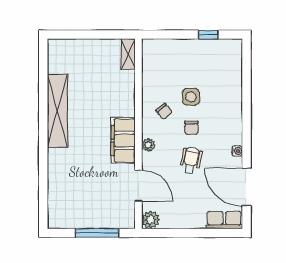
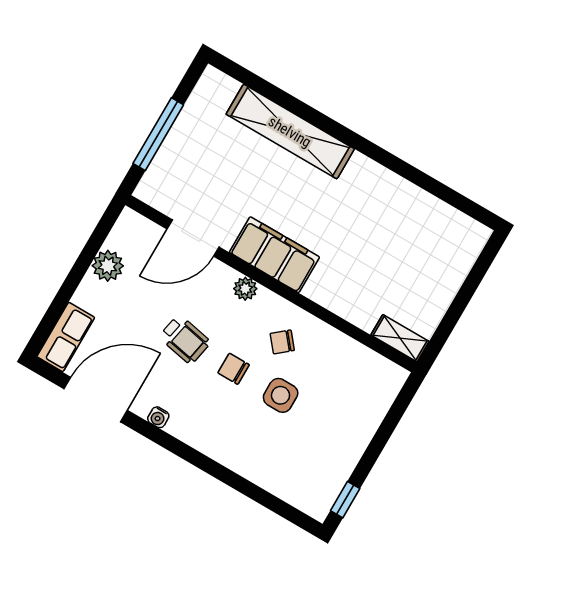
window: (208, 35) -> (345, 500), moved
shelving: (57, 111) -> (290, 132), moved
plant: (151, 220) -> (108, 266), moved

